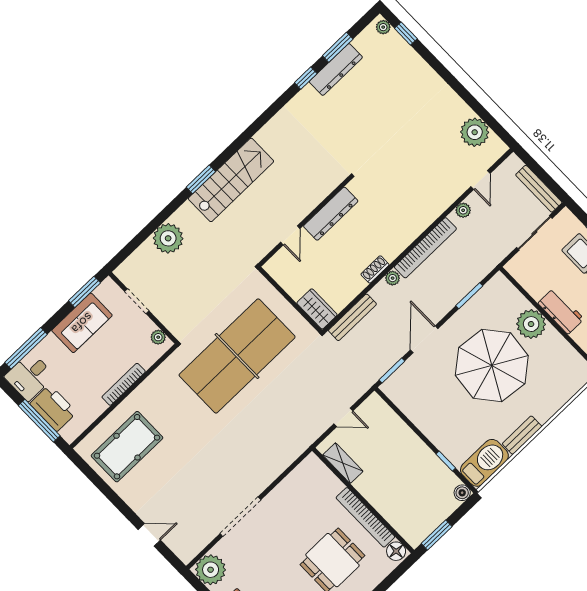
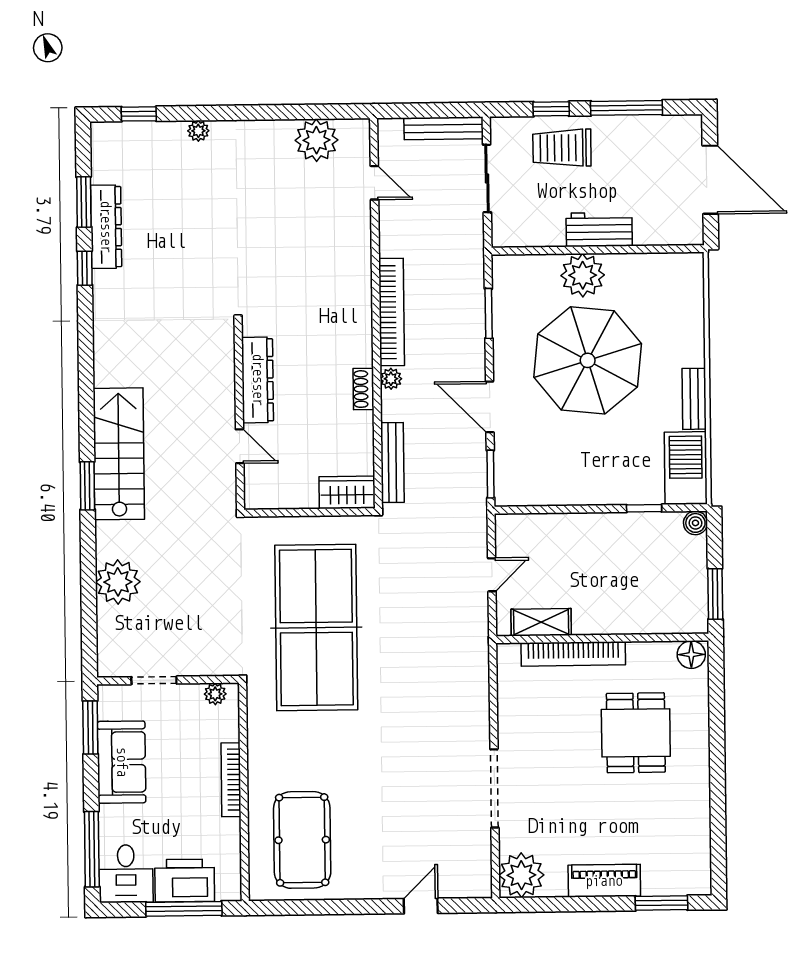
plant: (383, 27) -> (198, 131), moved
plant: (463, 210) -> (390, 233), removed
bookcase: (365, 517) -> (573, 654), moved

